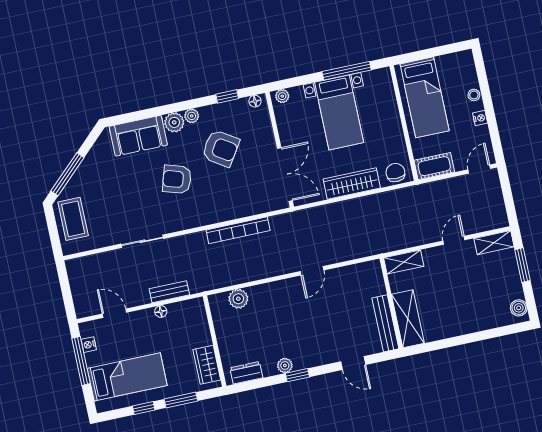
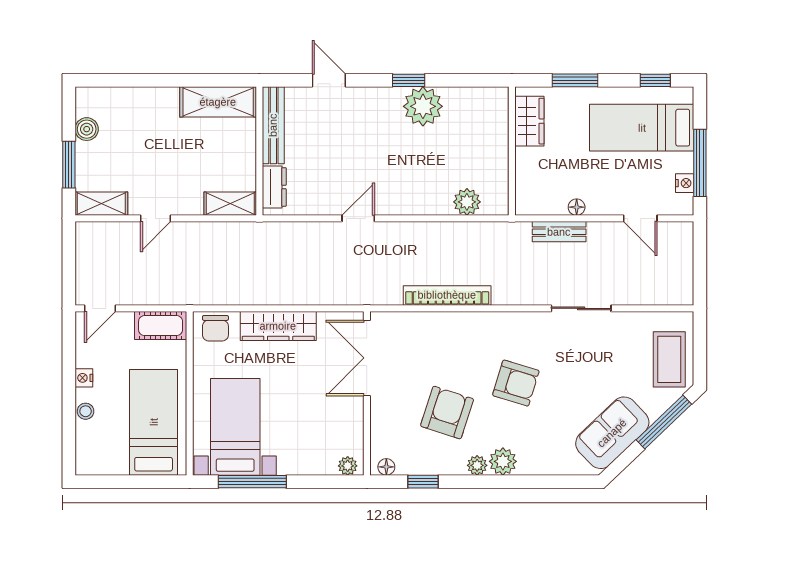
bed with nightstands: (339, 112) -> (235, 427), moved
sofa: (138, 136) -> (612, 433), moved, turned -44
armchair: (221, 148) -> (447, 413), turned 75
boiler: (519, 308) -> (87, 129), moved
shelving: (408, 319) -> (218, 102), moved, turned 90
plant: (285, 365) -> (423, 106), width x1.87, depth x1.87
dresser: (246, 373) -> (274, 187), moved, turned -90
window: (144, 408) -> (655, 80), moved

